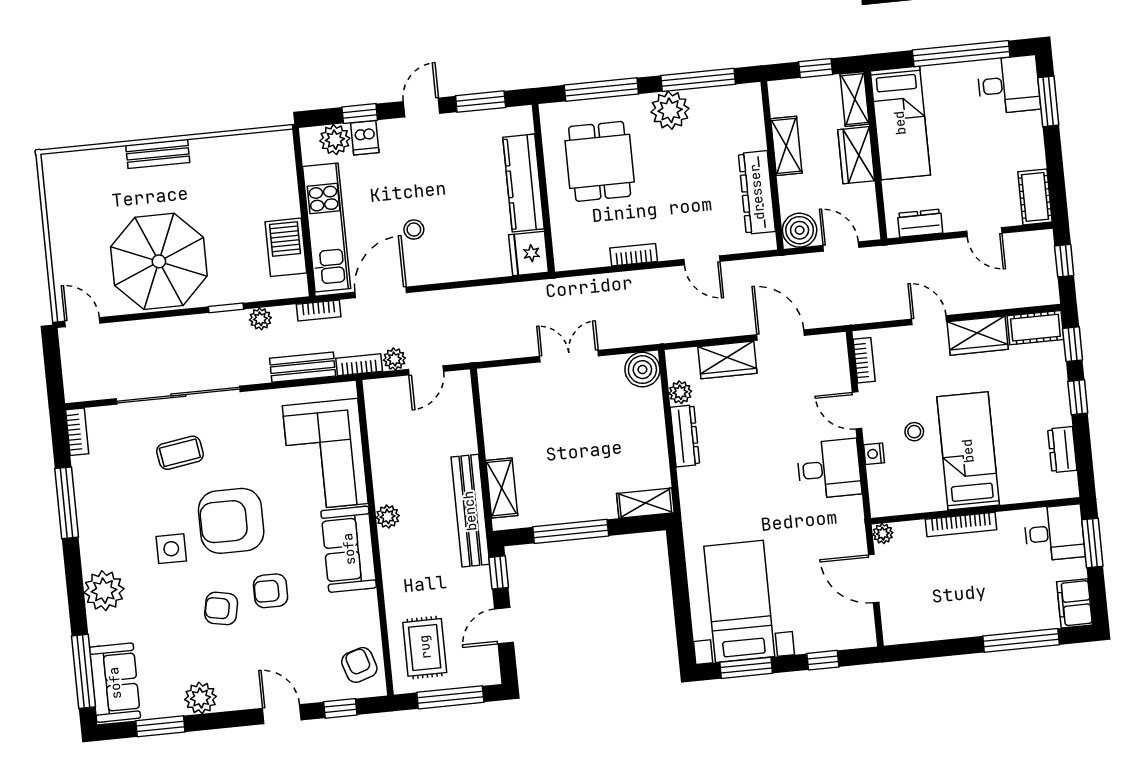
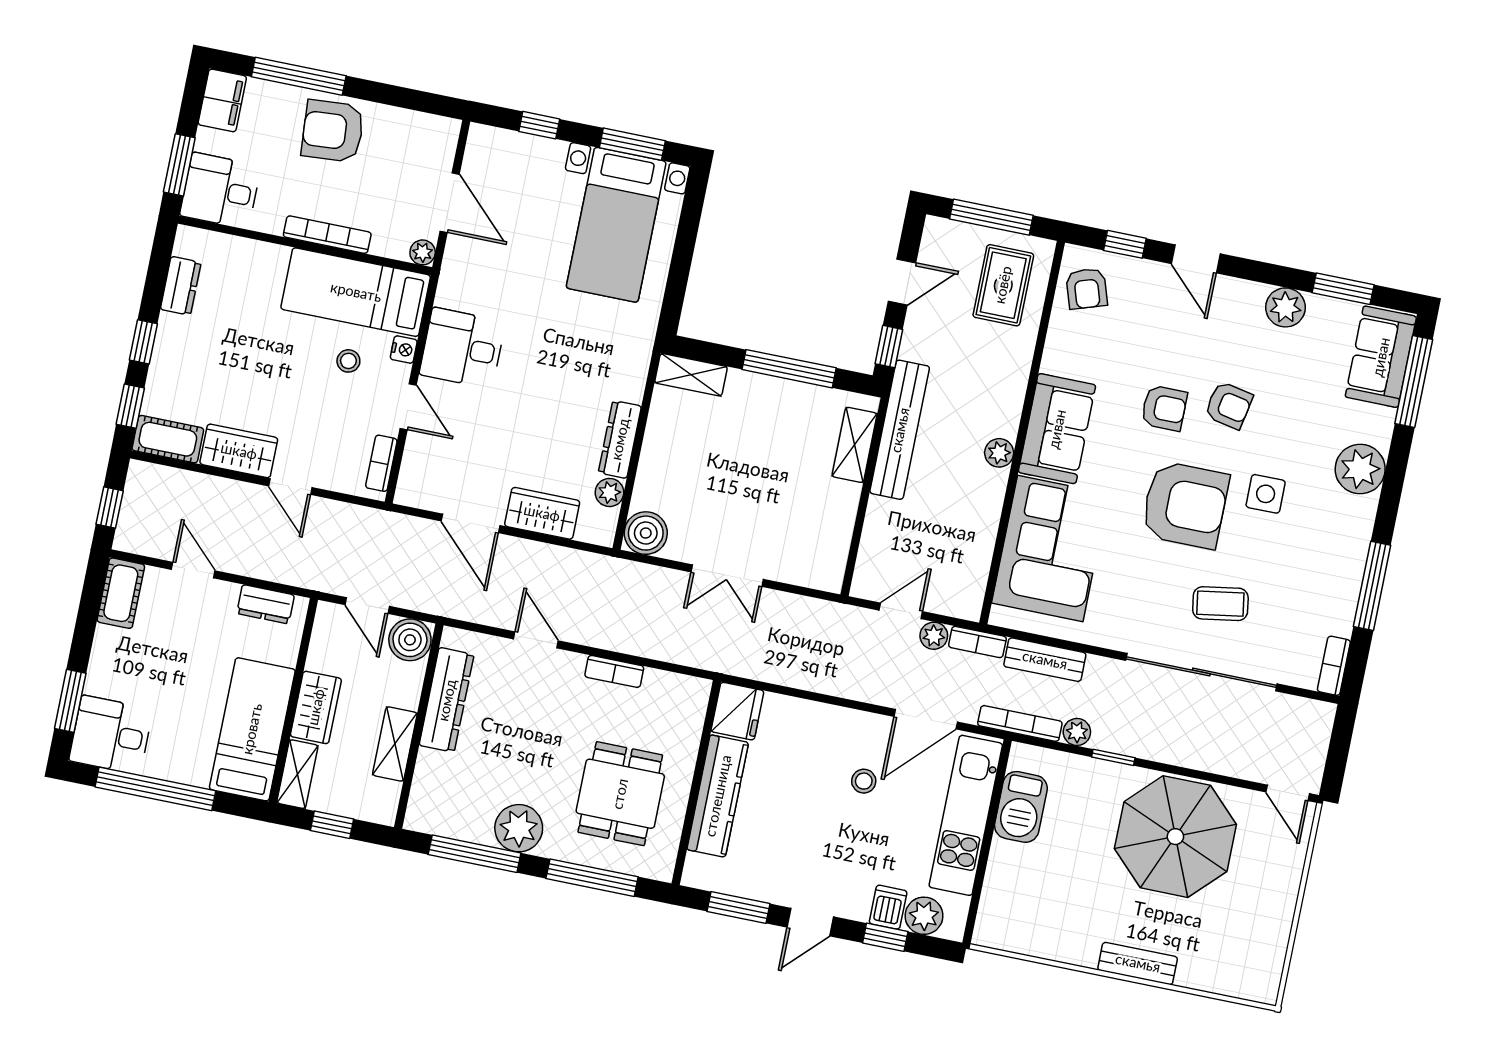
bookcase: (319, 311) -> (1020, 723), width x1.56
bed: (968, 451) -> (356, 292), moved, turned 90
armchair: (982, 606) -> (333, 131), added

